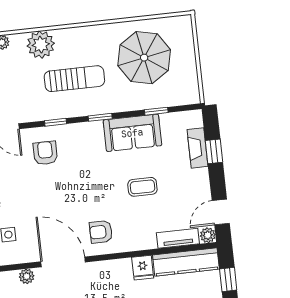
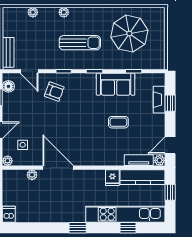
plant: (41, 45) -> (64, 12), width x0.53, depth x0.53
armchair: (45, 153) -> (54, 92), turned 110
armchair: (101, 232) -> (86, 150), removed

